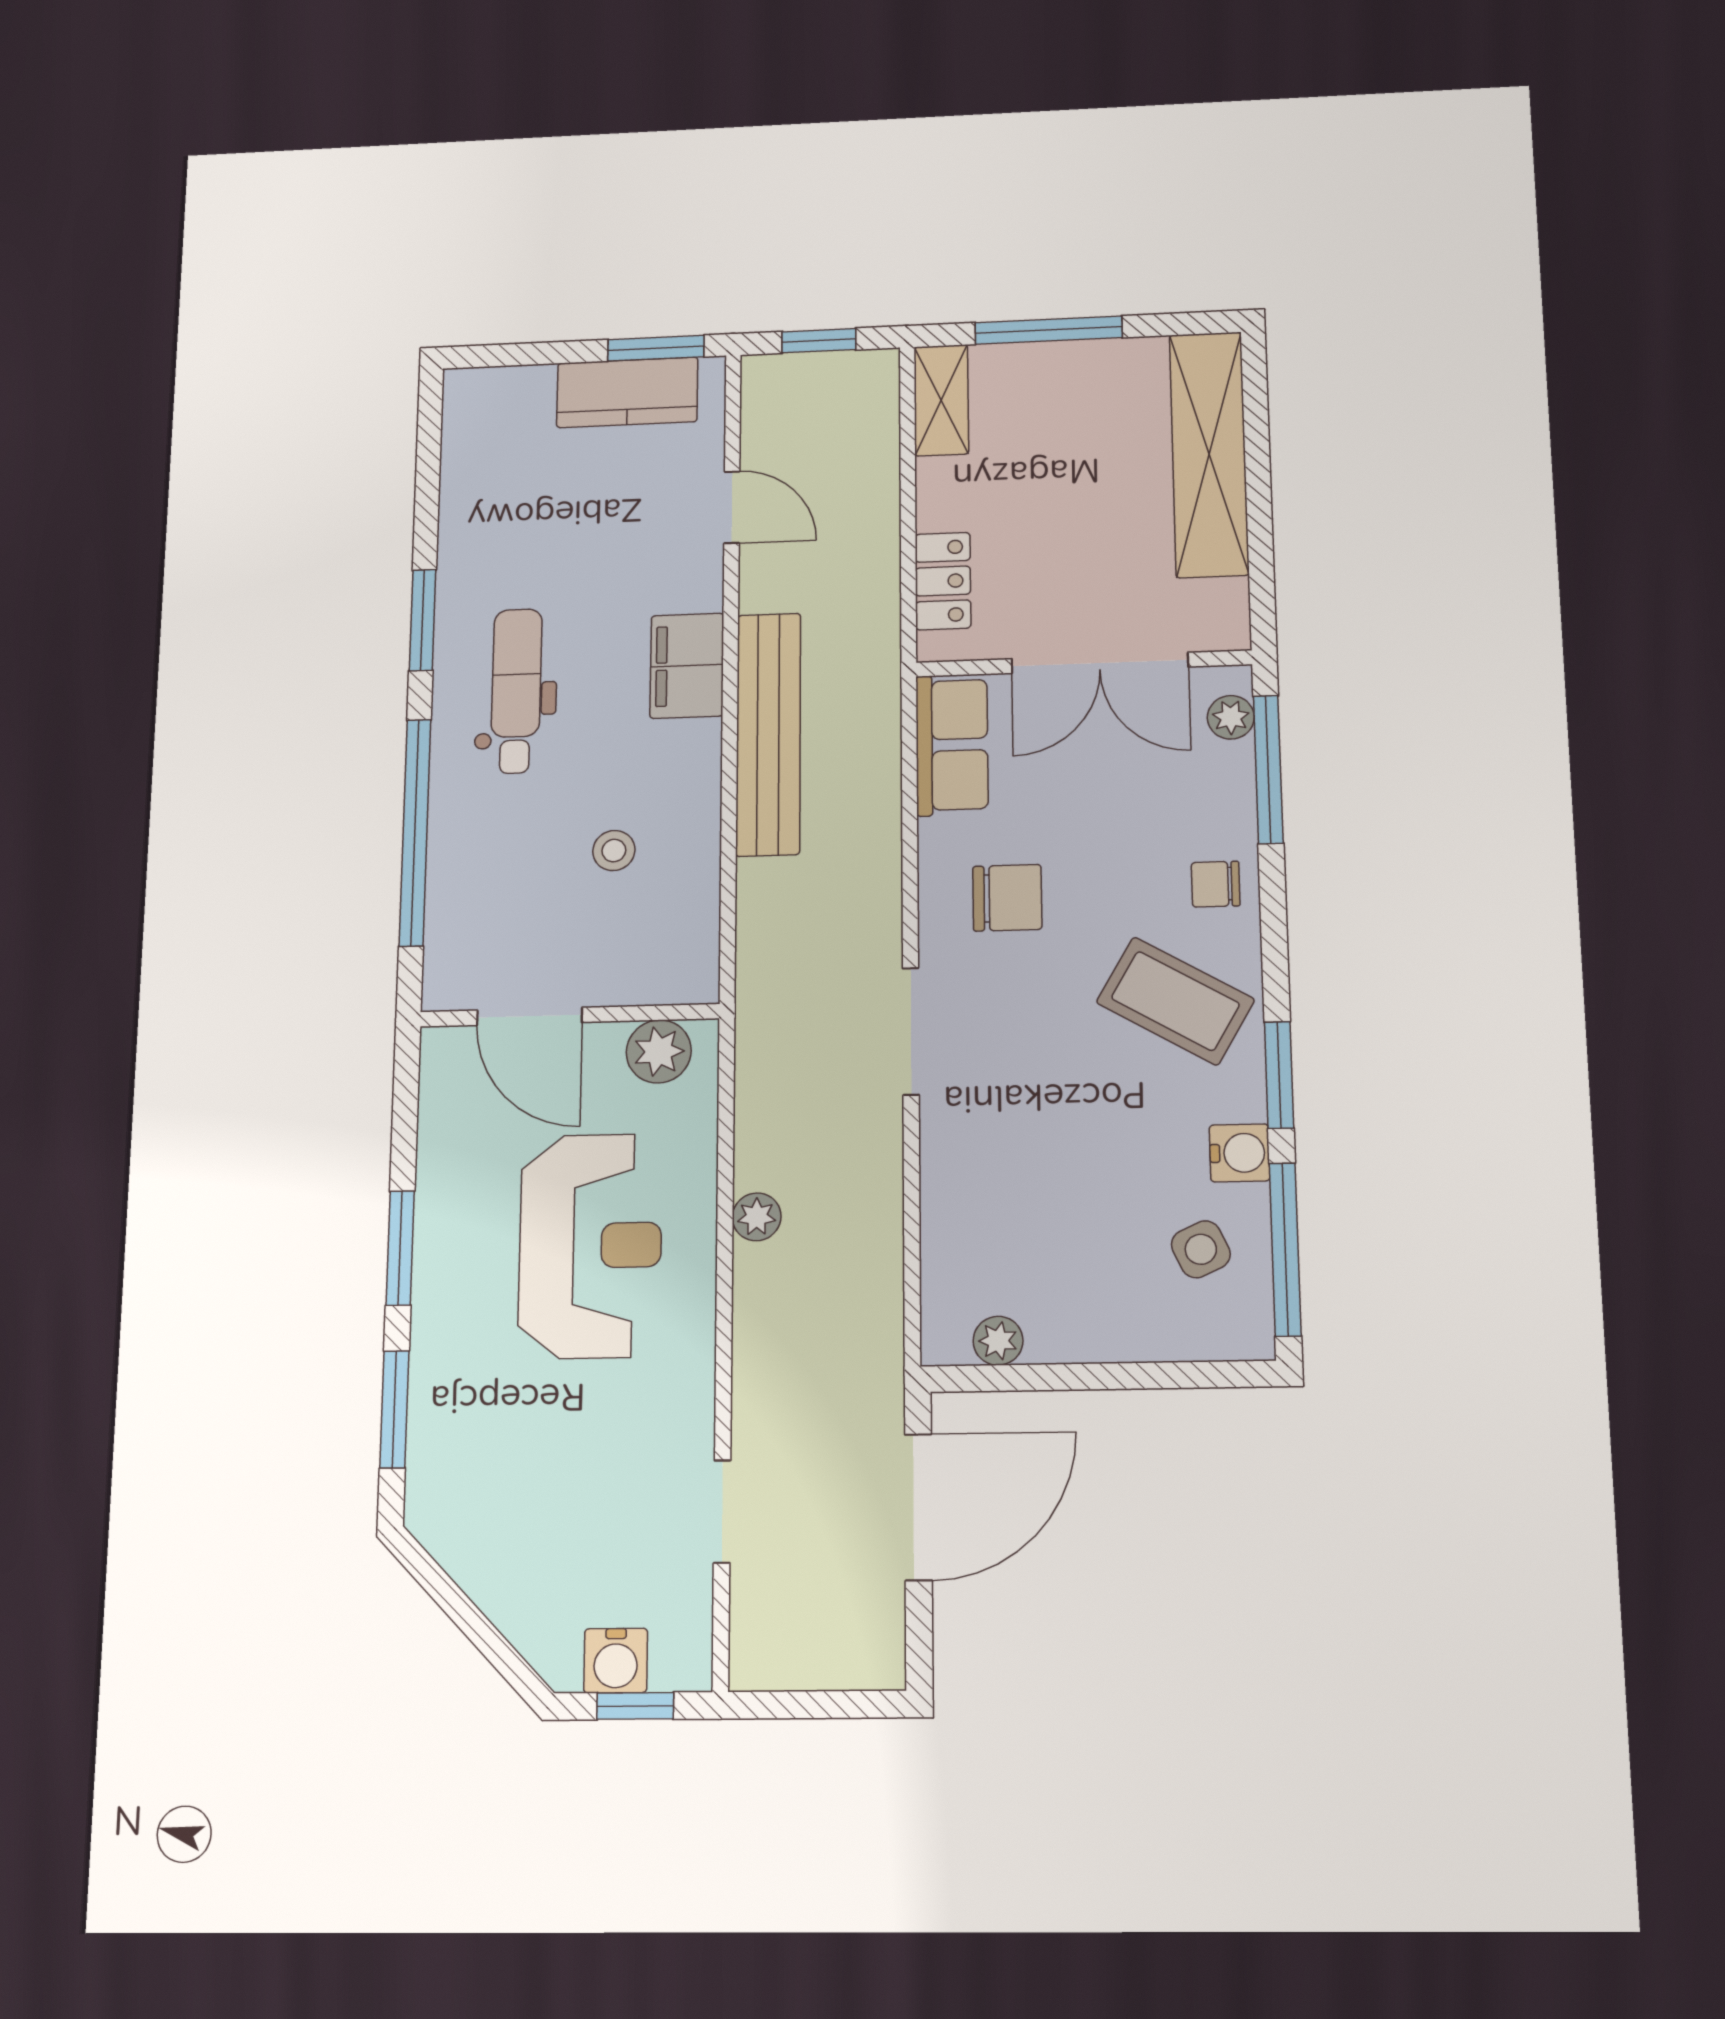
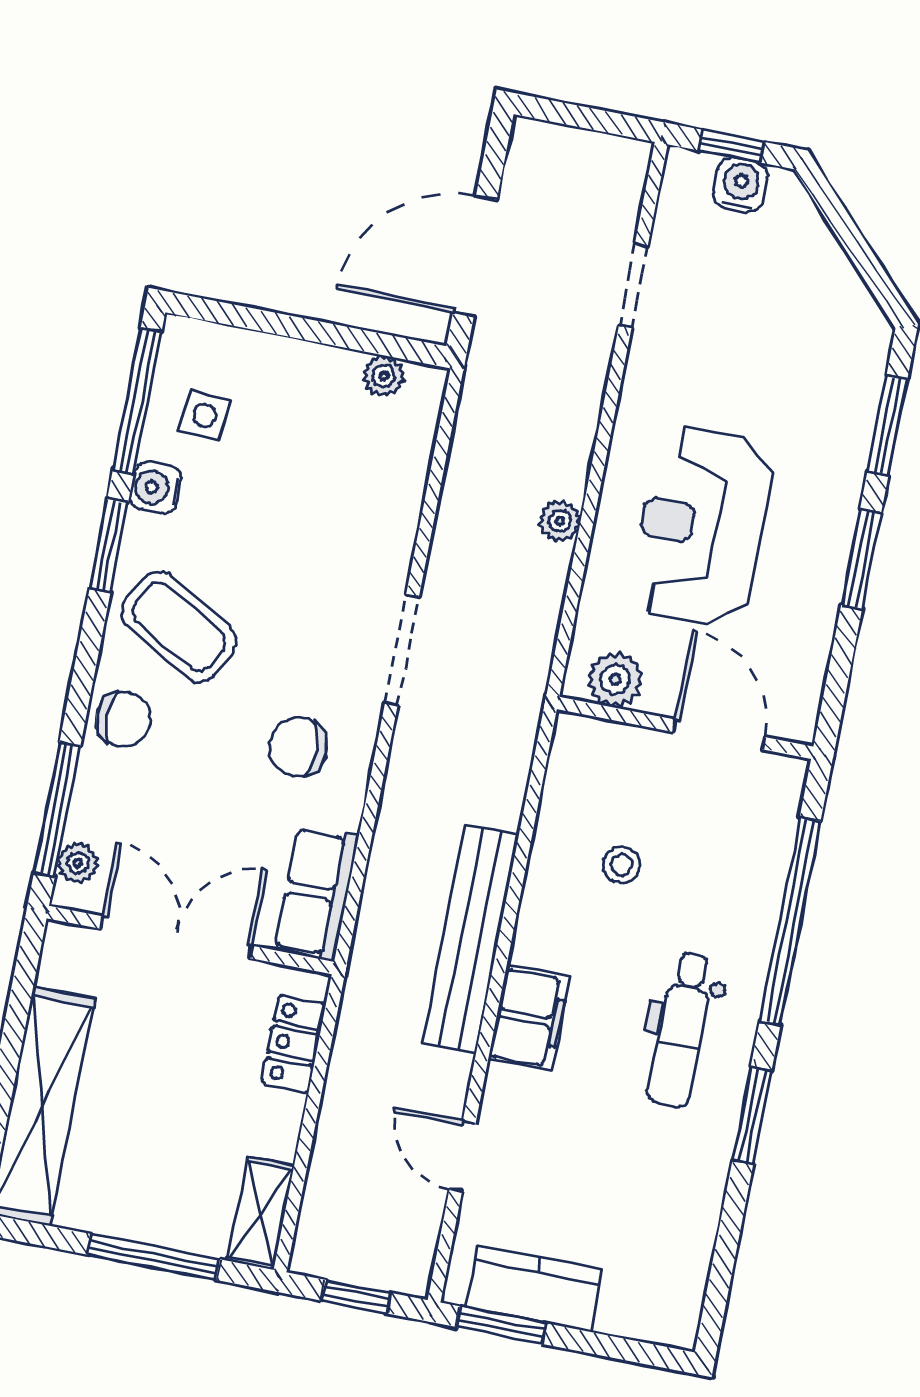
chair: (1216, 884) -> (123, 719), width x1.37, depth x1.37
side table: (1201, 1249) -> (205, 415), turned 30

